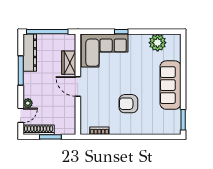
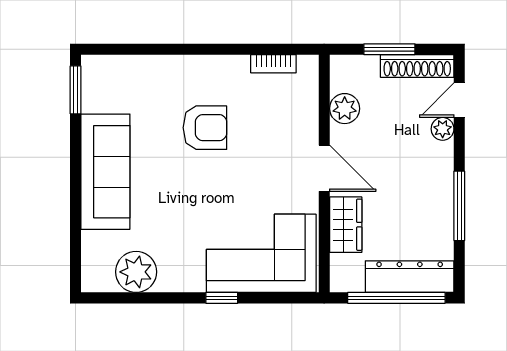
dresser: (30, 53) -> (410, 277), moved, turned 90
plant: (69, 112) -> (345, 109), added

